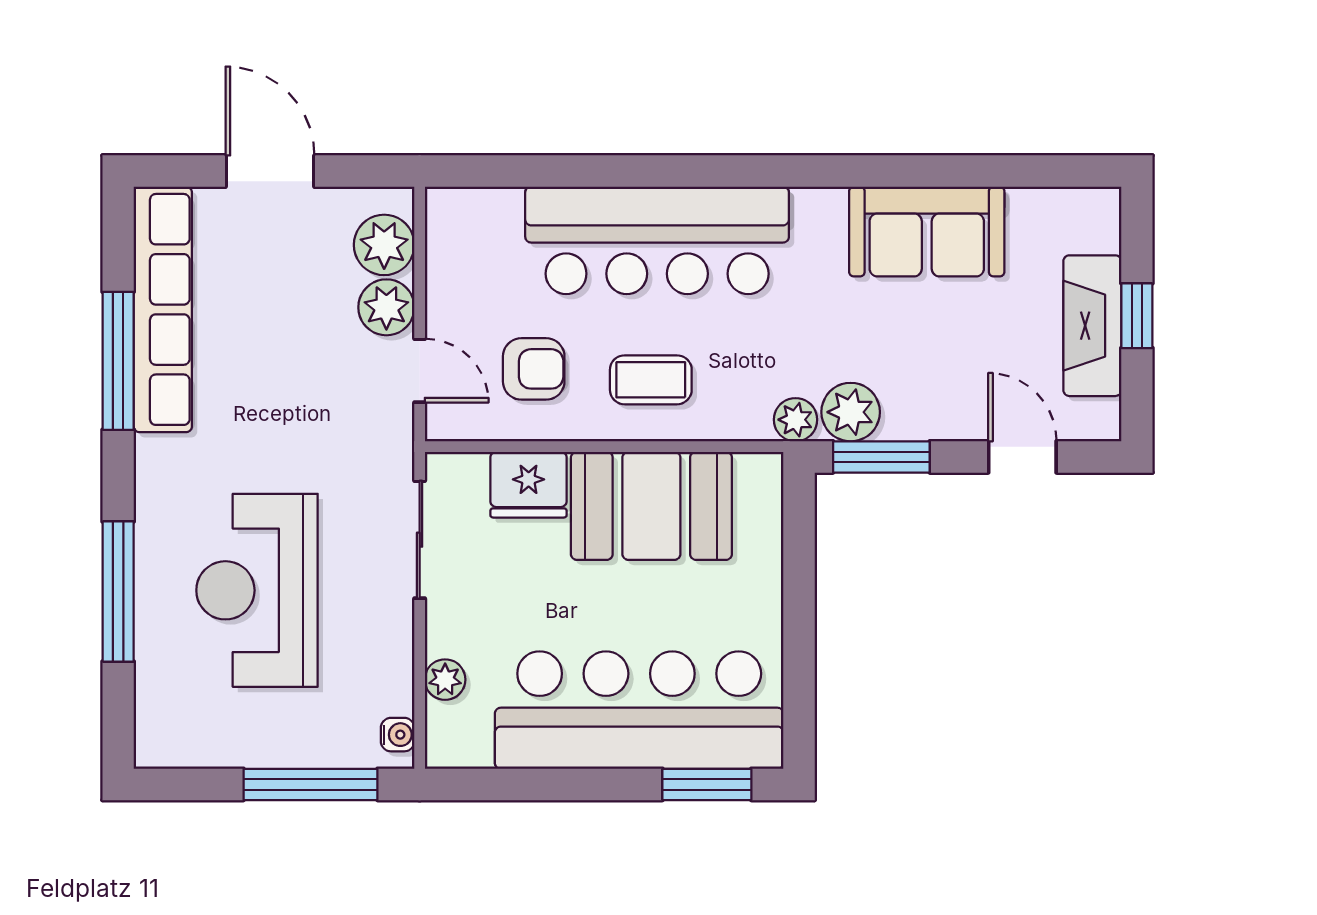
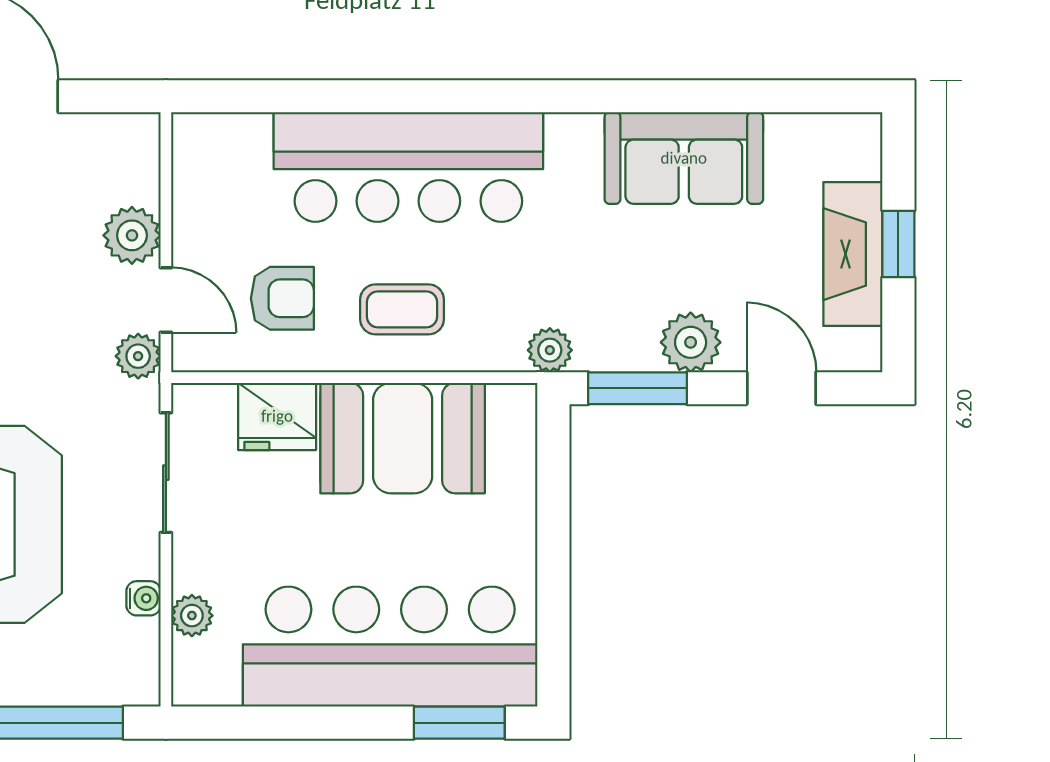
plant: (384, 245) -> (138, 356), moved, width x0.73, depth x0.73
plant: (851, 412) -> (691, 342), moved
water cooler: (398, 735) -> (143, 598), moved

